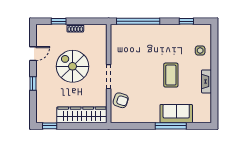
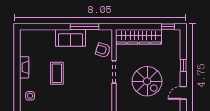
sofa: (176, 114) -> (71, 38), moved
window: (171, 126) -> (84, 27), moved

